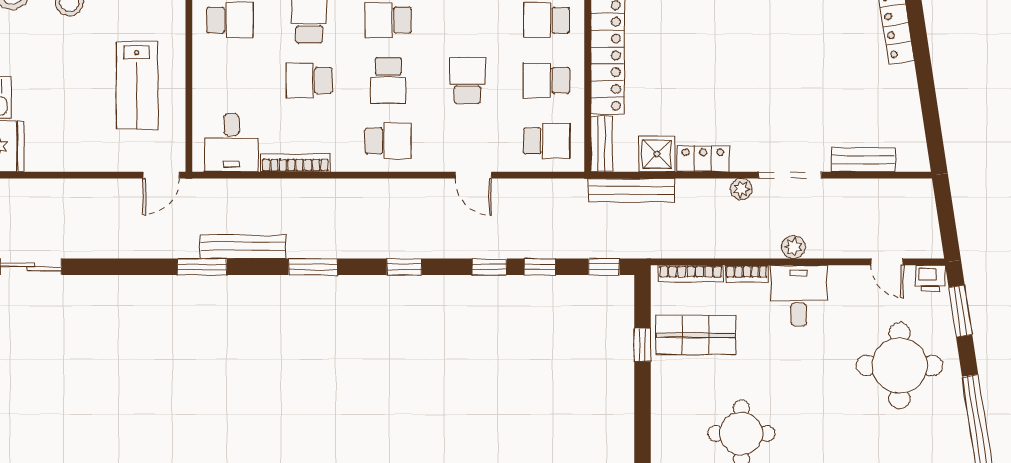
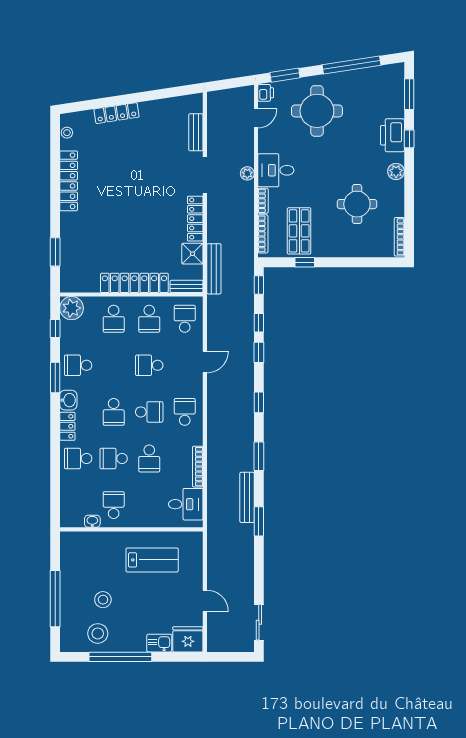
locker: (703, 159) -> (195, 219), width x1.53
door: (161, 175) -> (205, 601), moved
plant: (741, 189) -> (213, 204), removed

